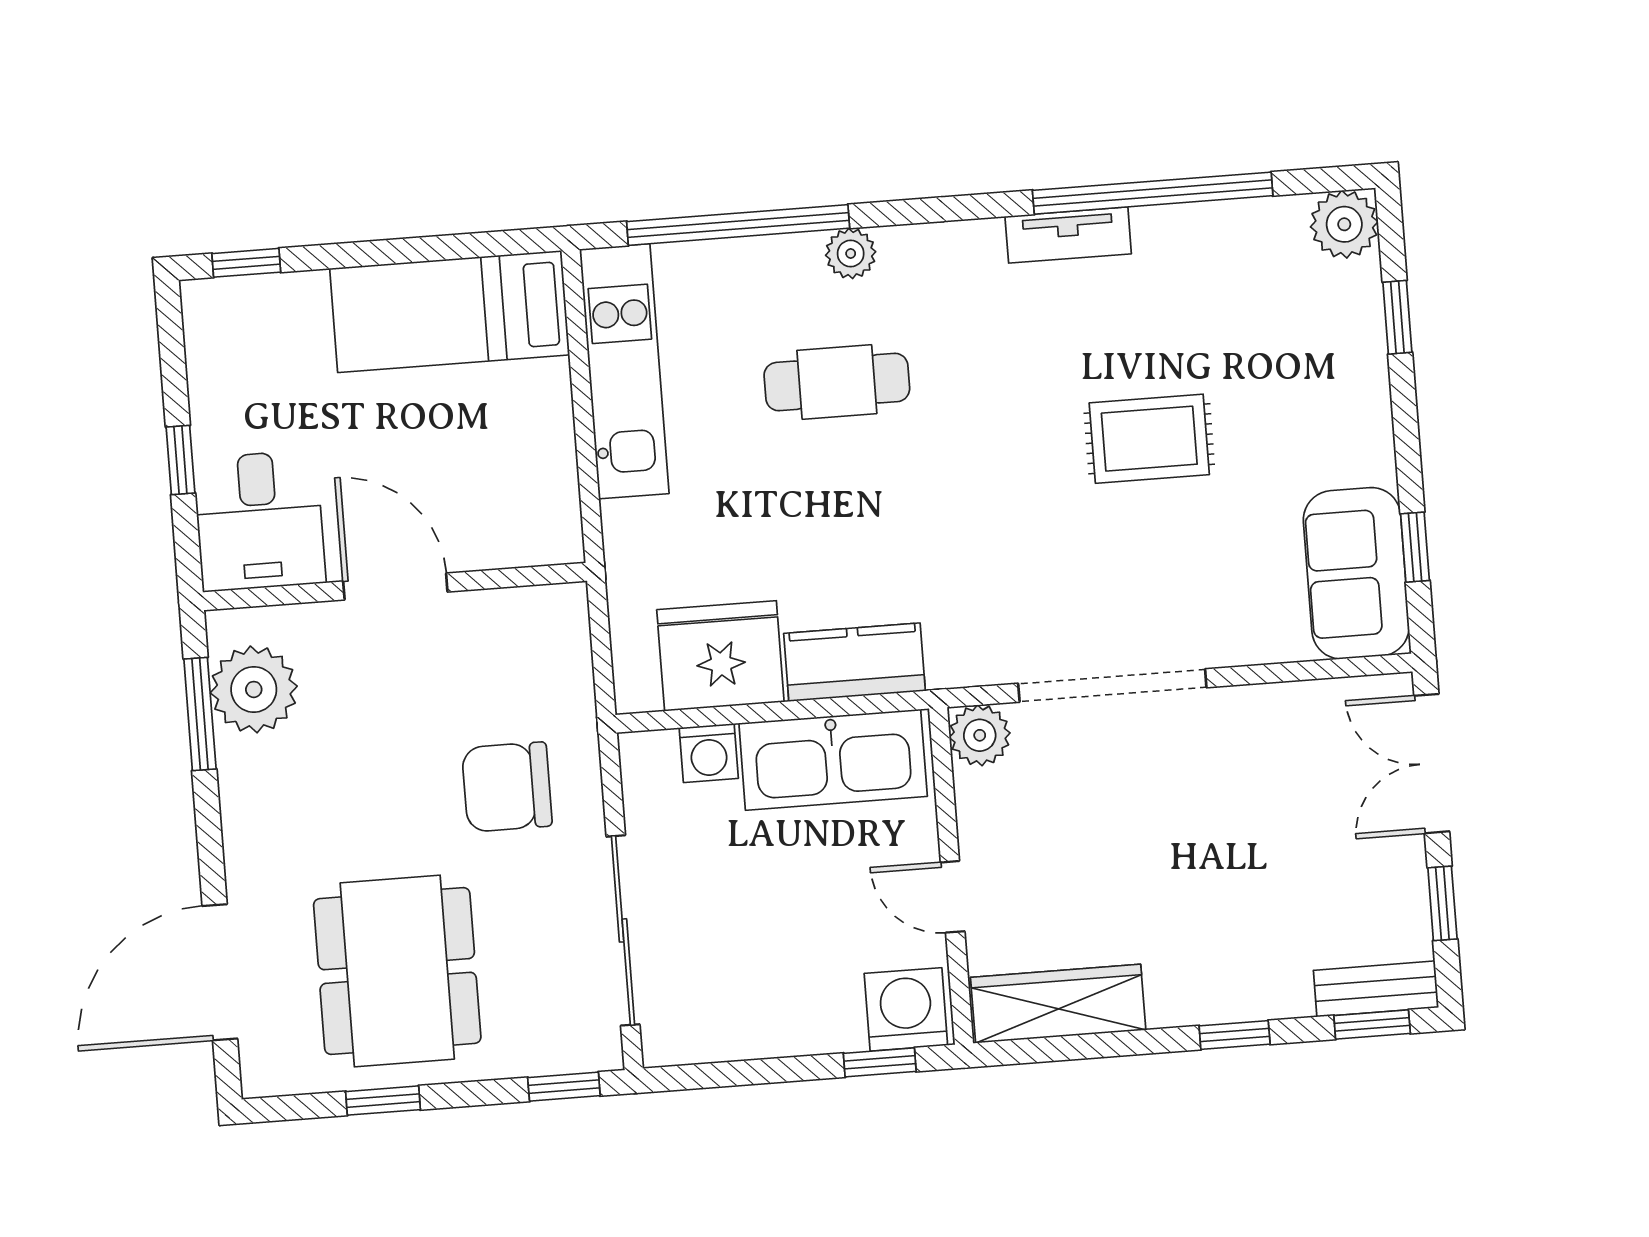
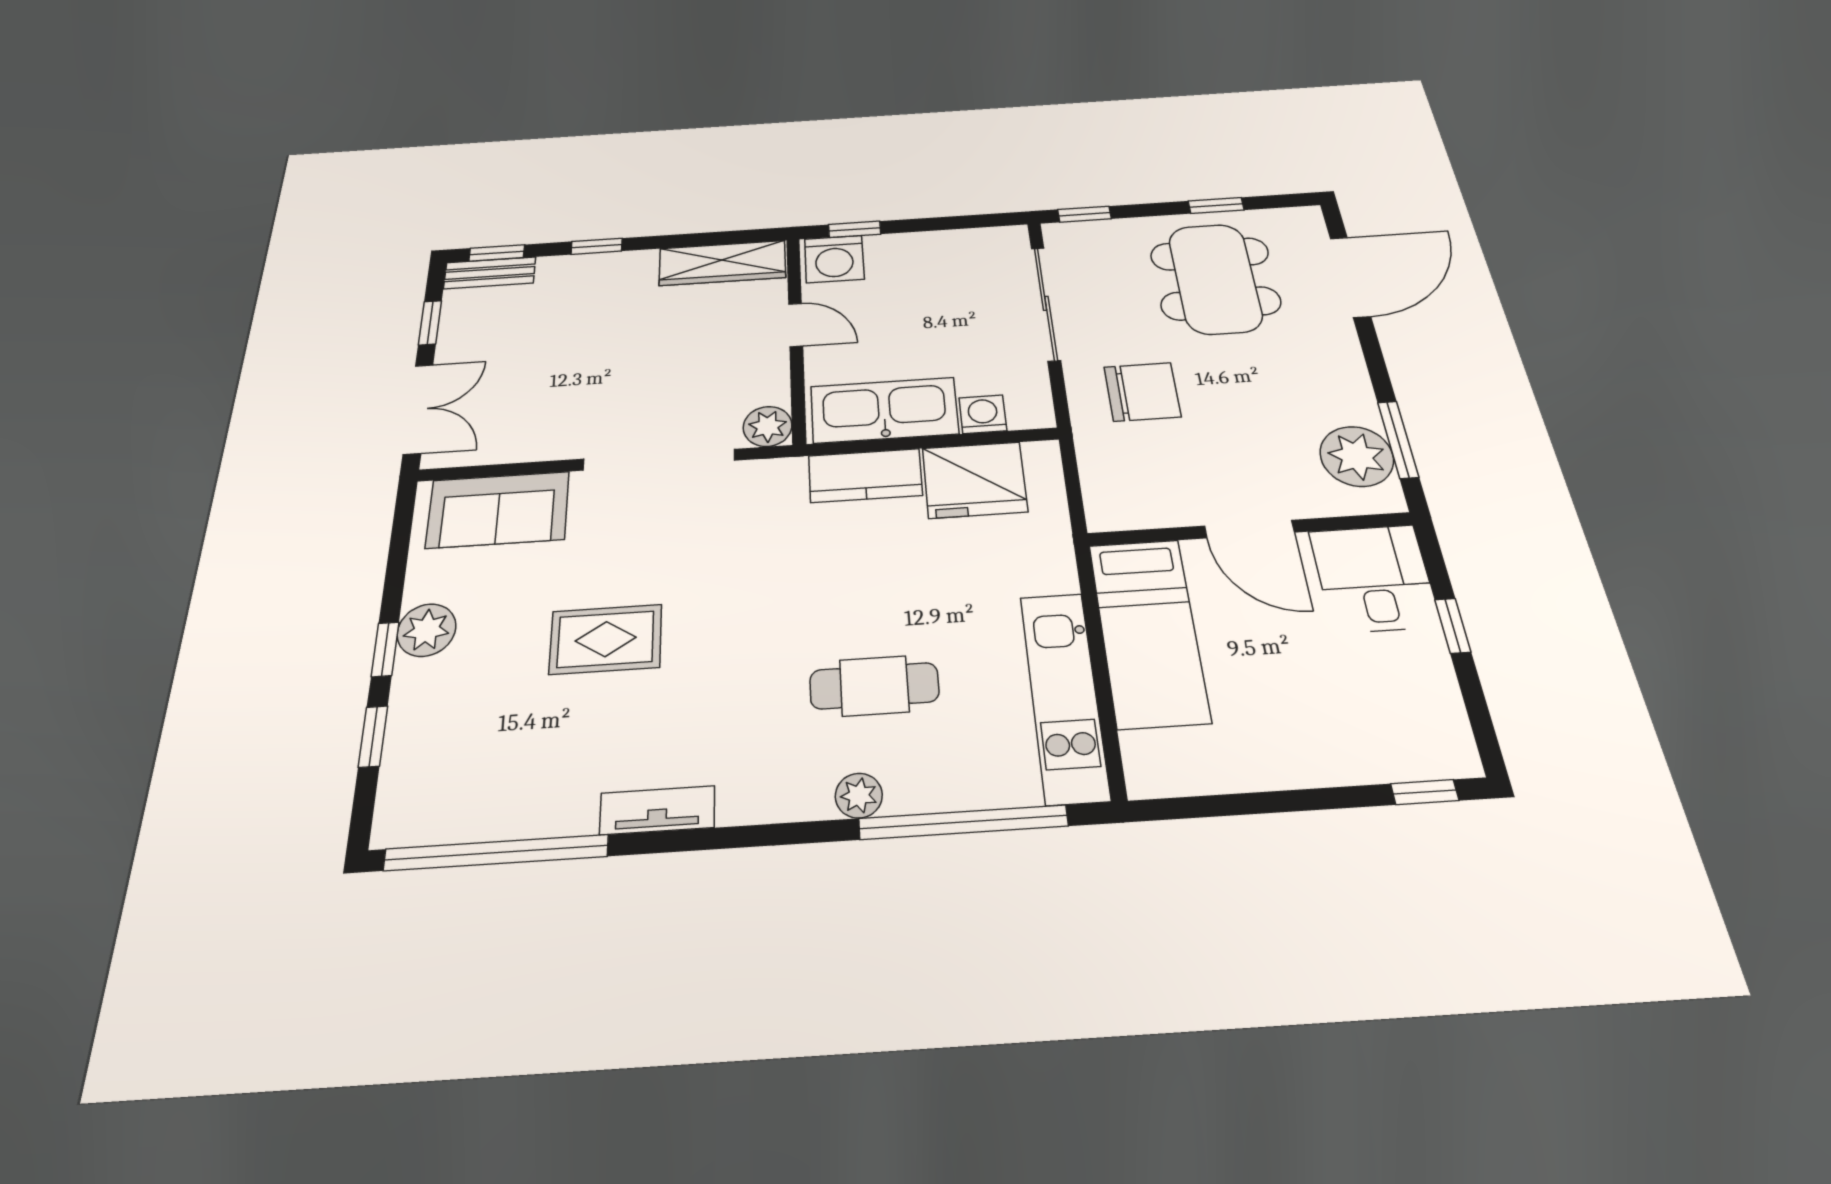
window: (1153, 193) -> (496, 853), moved
plant: (1344, 224) -> (427, 630), moved
bed: (450, 312) -> (1148, 632), moved, turned 90
window: (1415, 547) -> (385, 649), moved
sofa: (1356, 573) -> (498, 510), moved, turned 90

